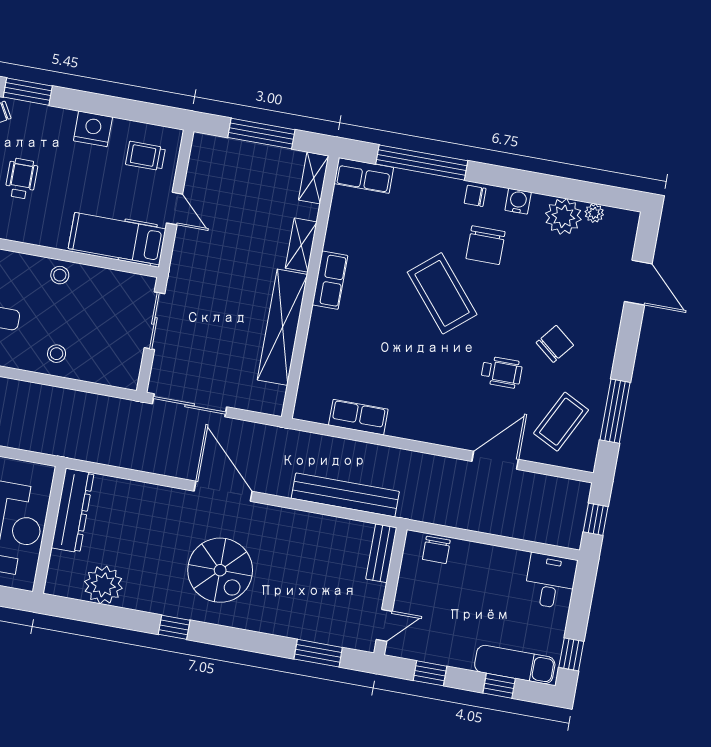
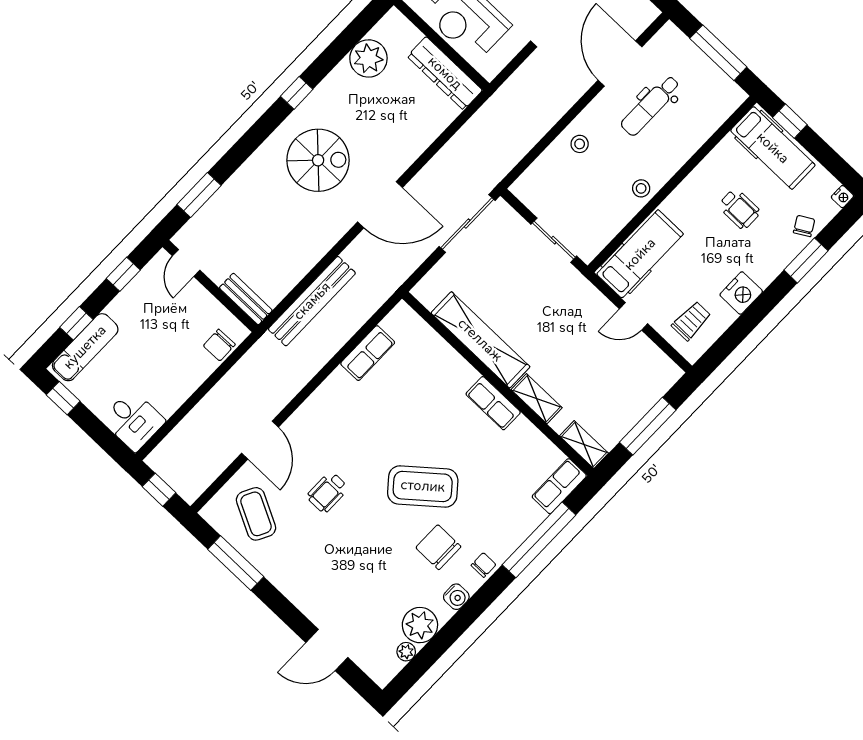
chair: (555, 344) -> (322, 550), removed
chair: (436, 550) -> (219, 345), turned -91
spiral stairs: (220, 570) -> (318, 160), turned 180

